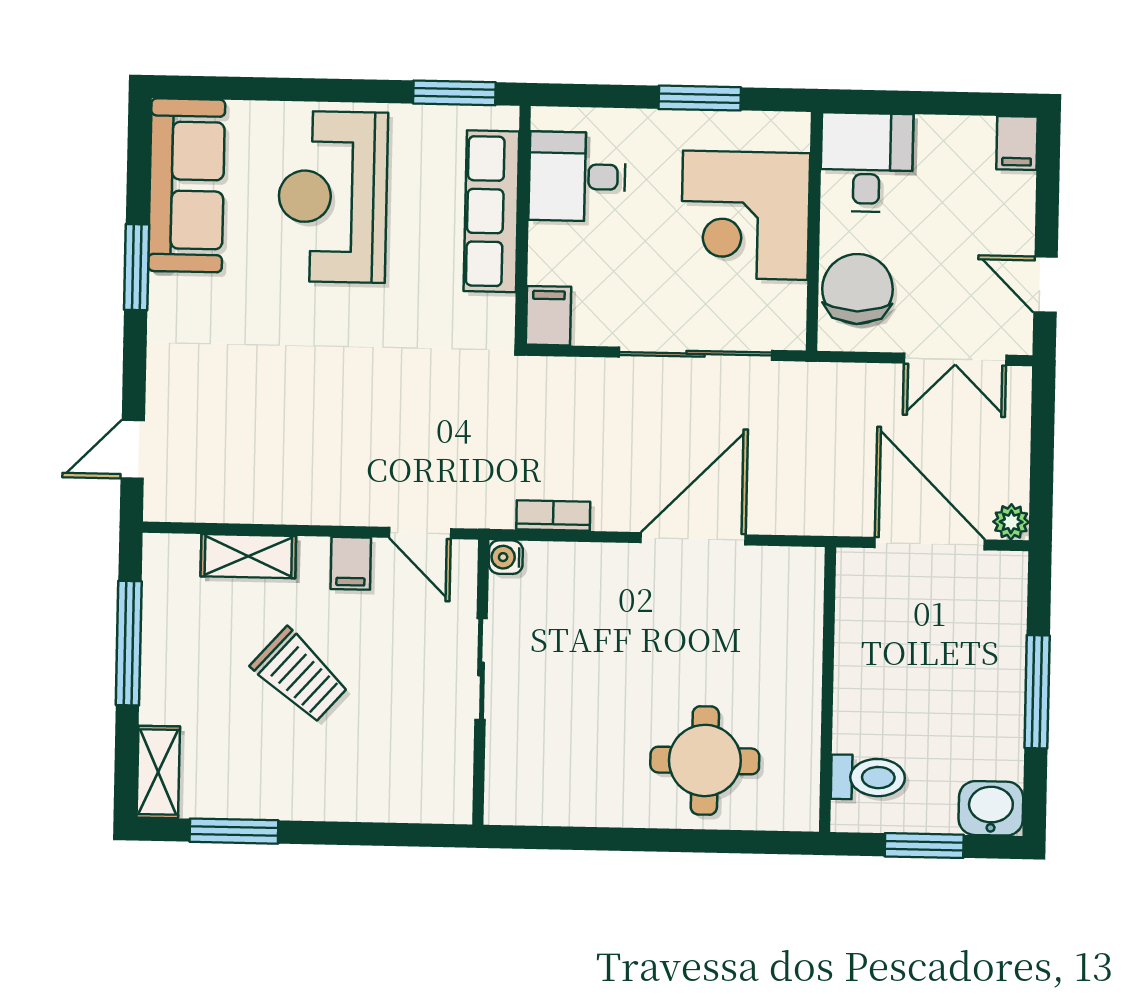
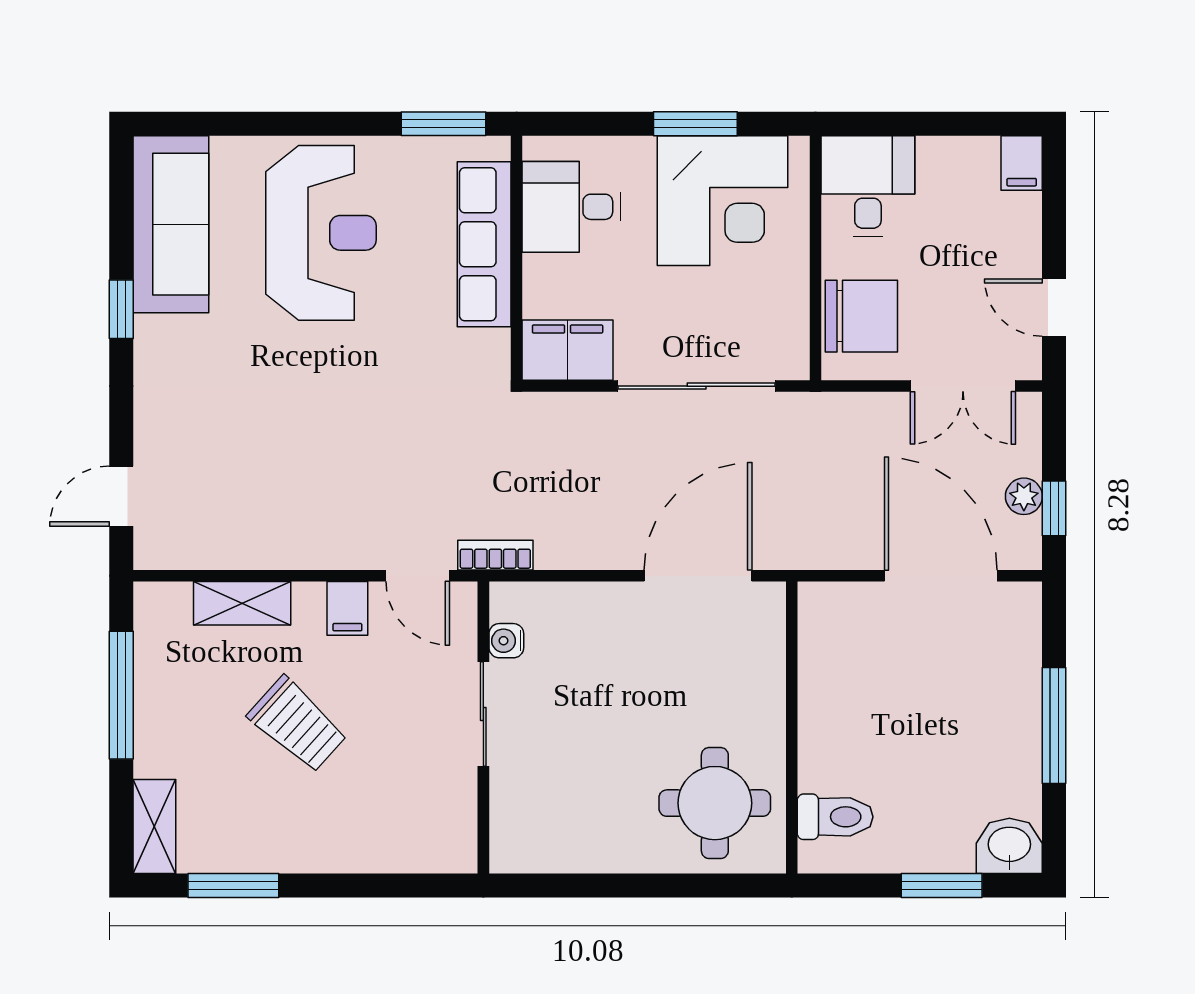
reception desk: (333, 197) -> (321, 233), turned 180
corner desk: (745, 215) -> (723, 201), moved, turned -90
window: (137, 267) -> (121, 309), width x0.67
chair: (857, 289) -> (861, 316), turned 90
filing cabinet: (548, 316) -> (568, 350), width x2.00
window: (1041, 480) -> (1054, 508), added
bookcase: (553, 516) -> (495, 555), moved
plant: (1011, 522) -> (1024, 496), moved
water cooler: (506, 557) -> (506, 641), moved
wall: (828, 690) -> (792, 728), moved
toilet: (868, 777) -> (835, 817), moved

